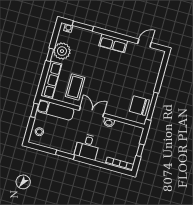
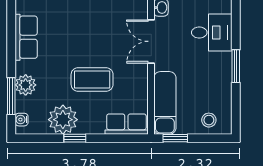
plant: (87, 36) -> (26, 85), added
row of seats: (51, 80) -> (126, 124), width x0.68
coffee table: (75, 87) -> (92, 79), moved

